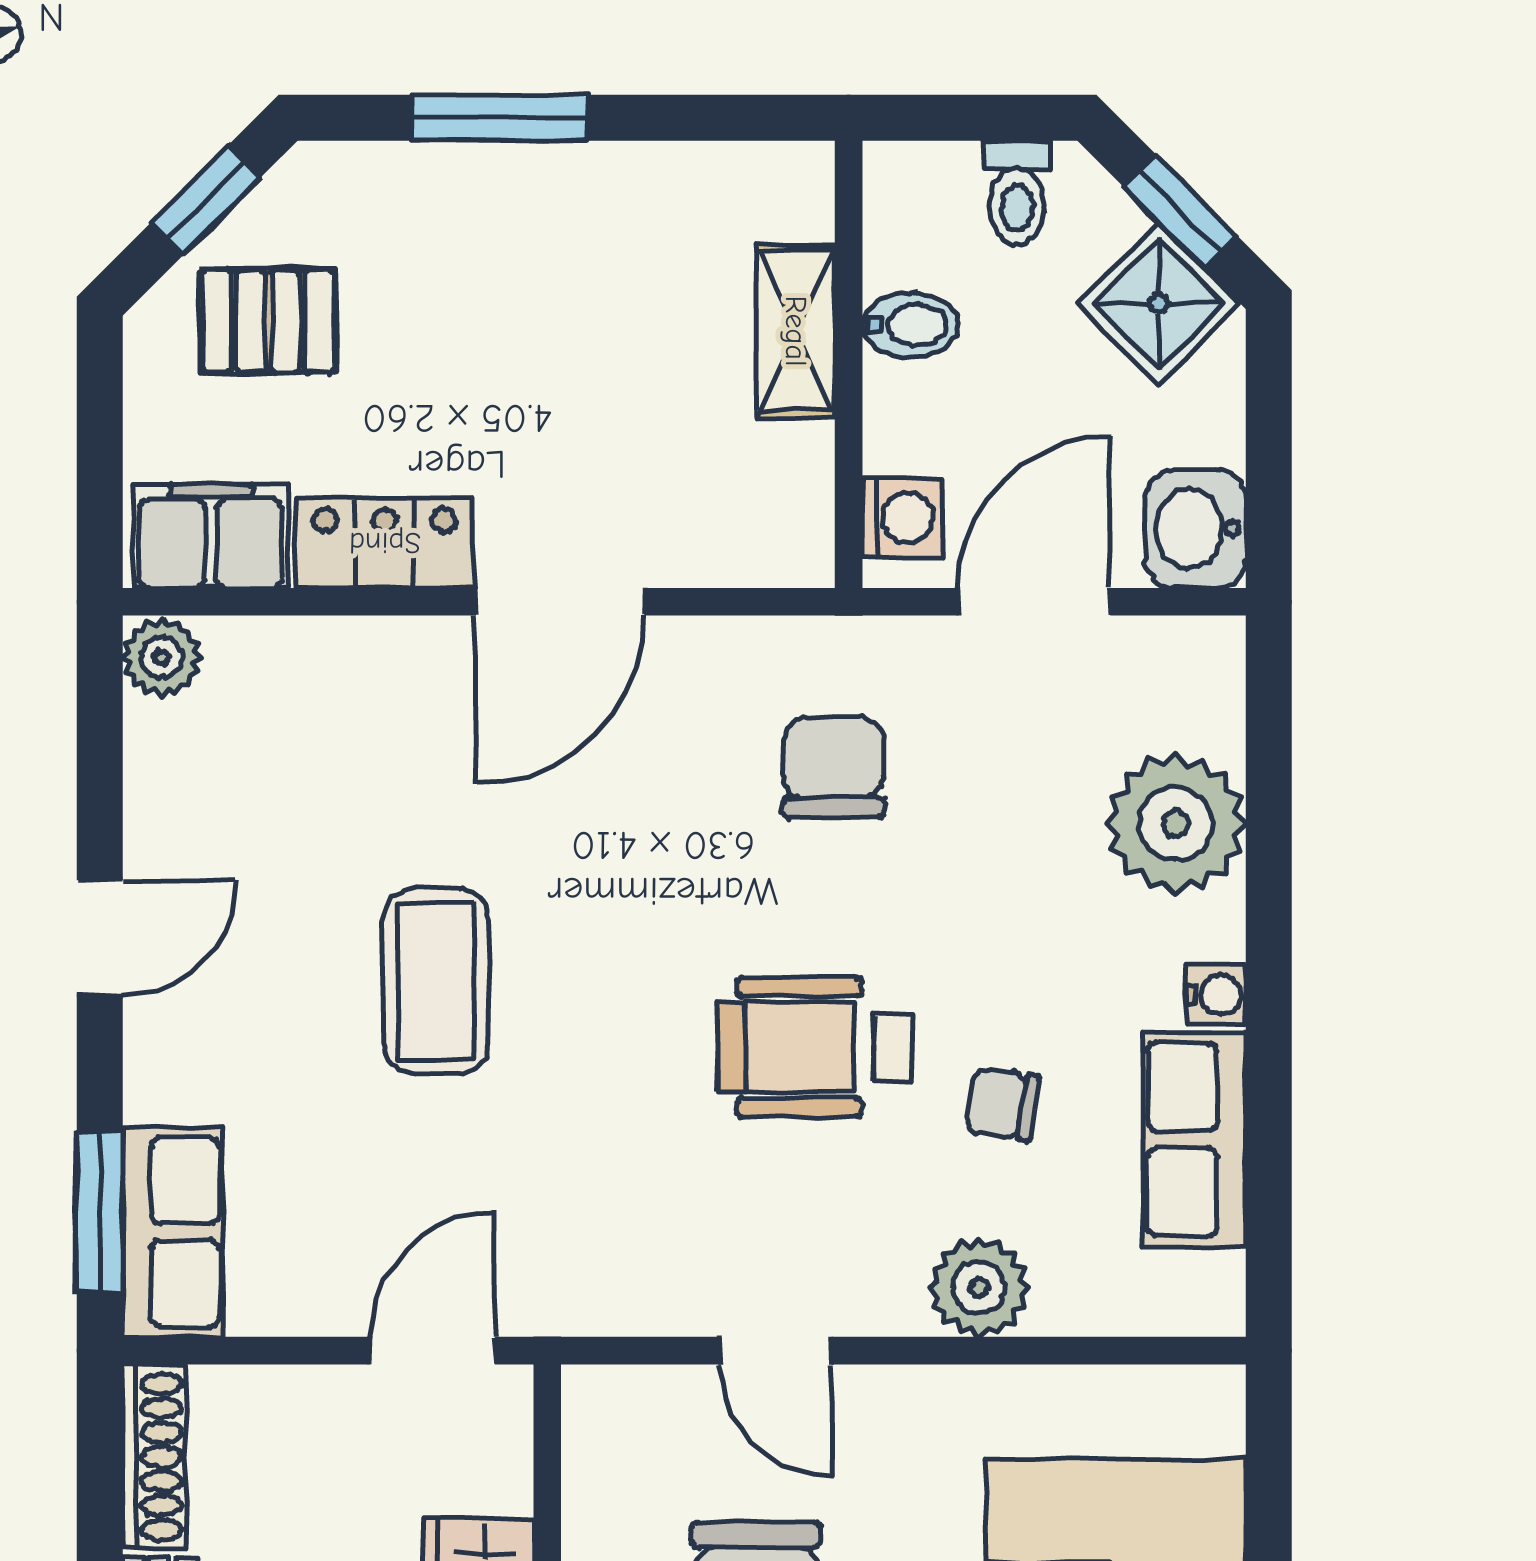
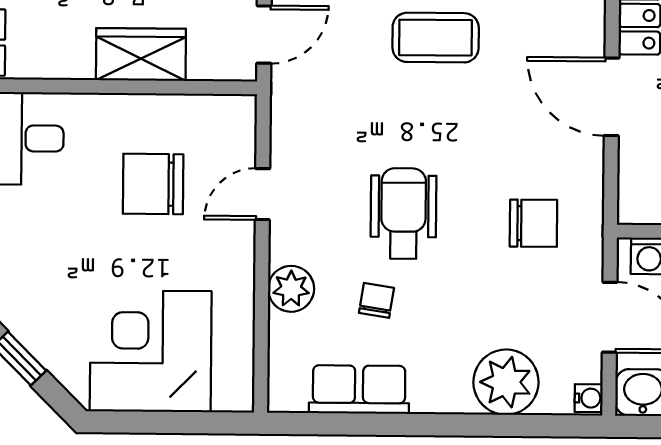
water cooler: (1216, 995) -> (589, 398), moved, turned -90
door: (433, 1351) -> (264, 35), hinge flipped

